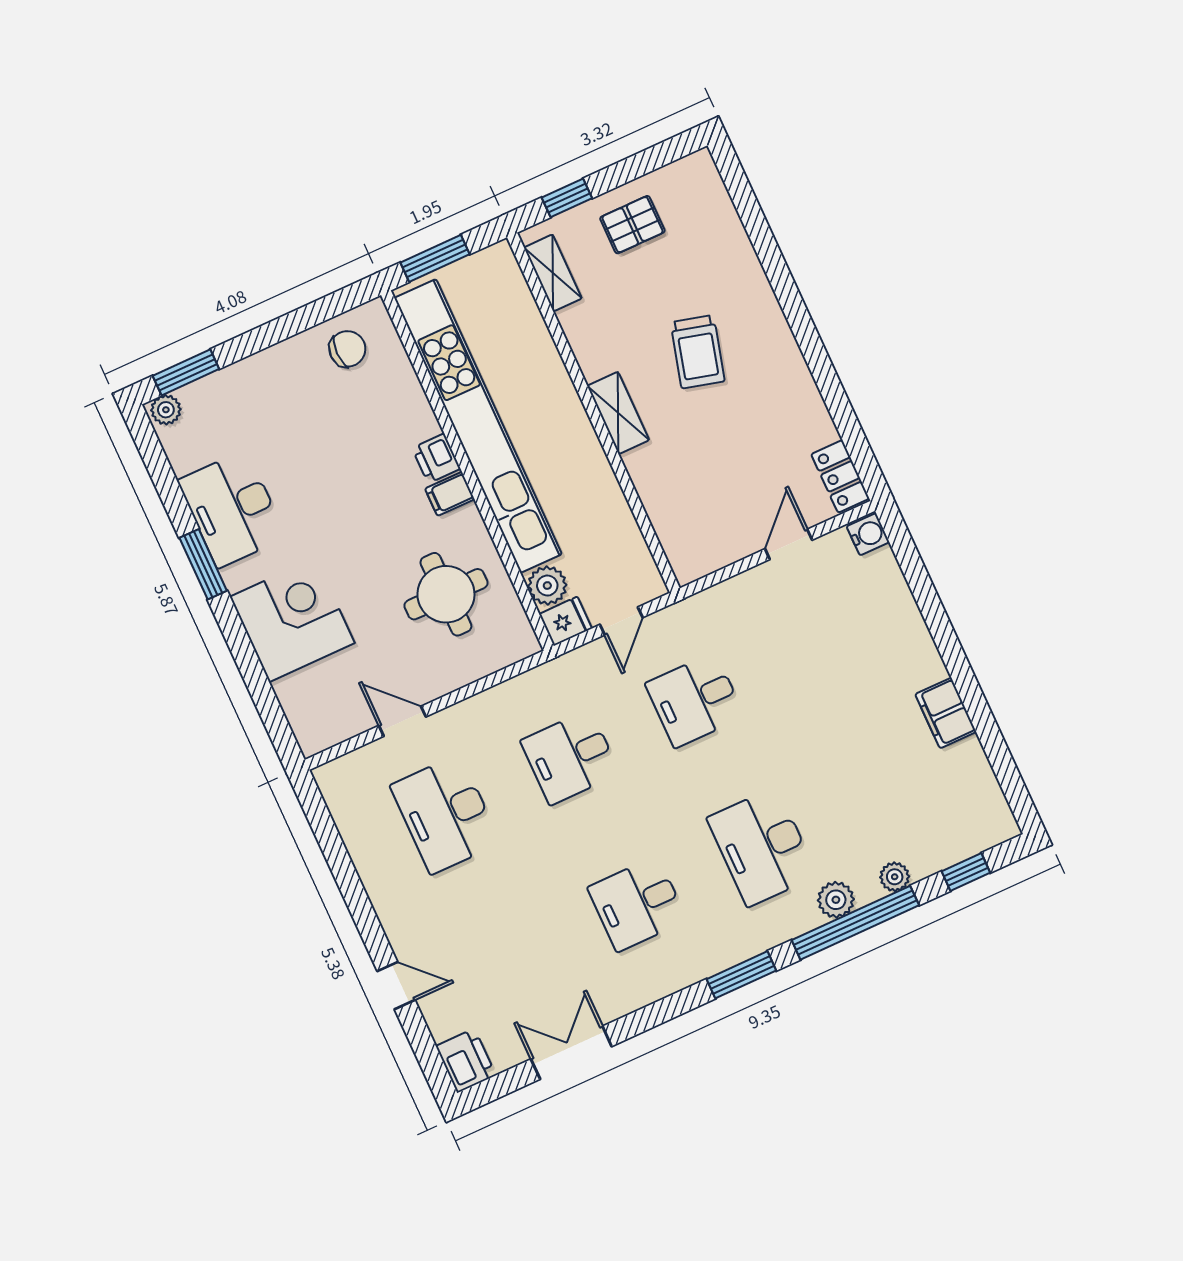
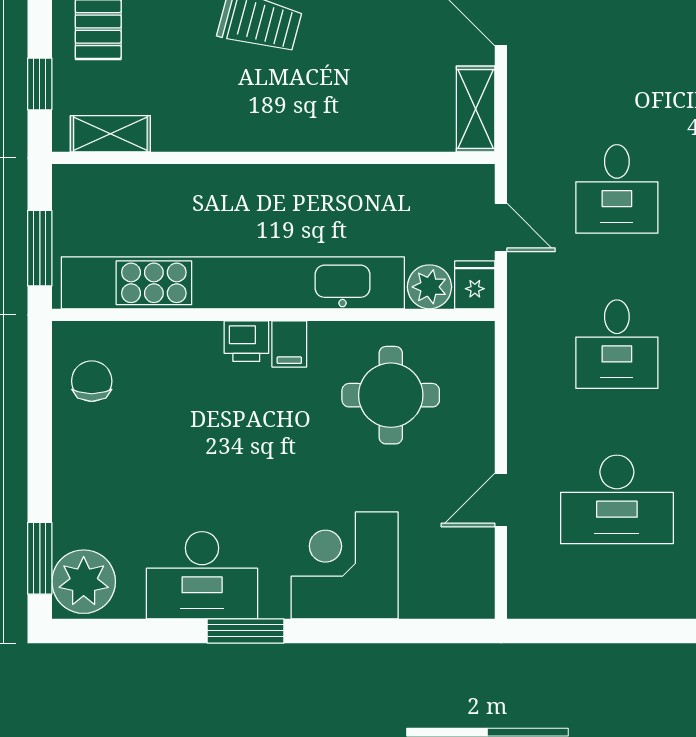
plant: (166, 410) -> (84, 582), width x1.88, depth x1.88
shelving: (618, 413) -> (476, 109), moved, turned 90

